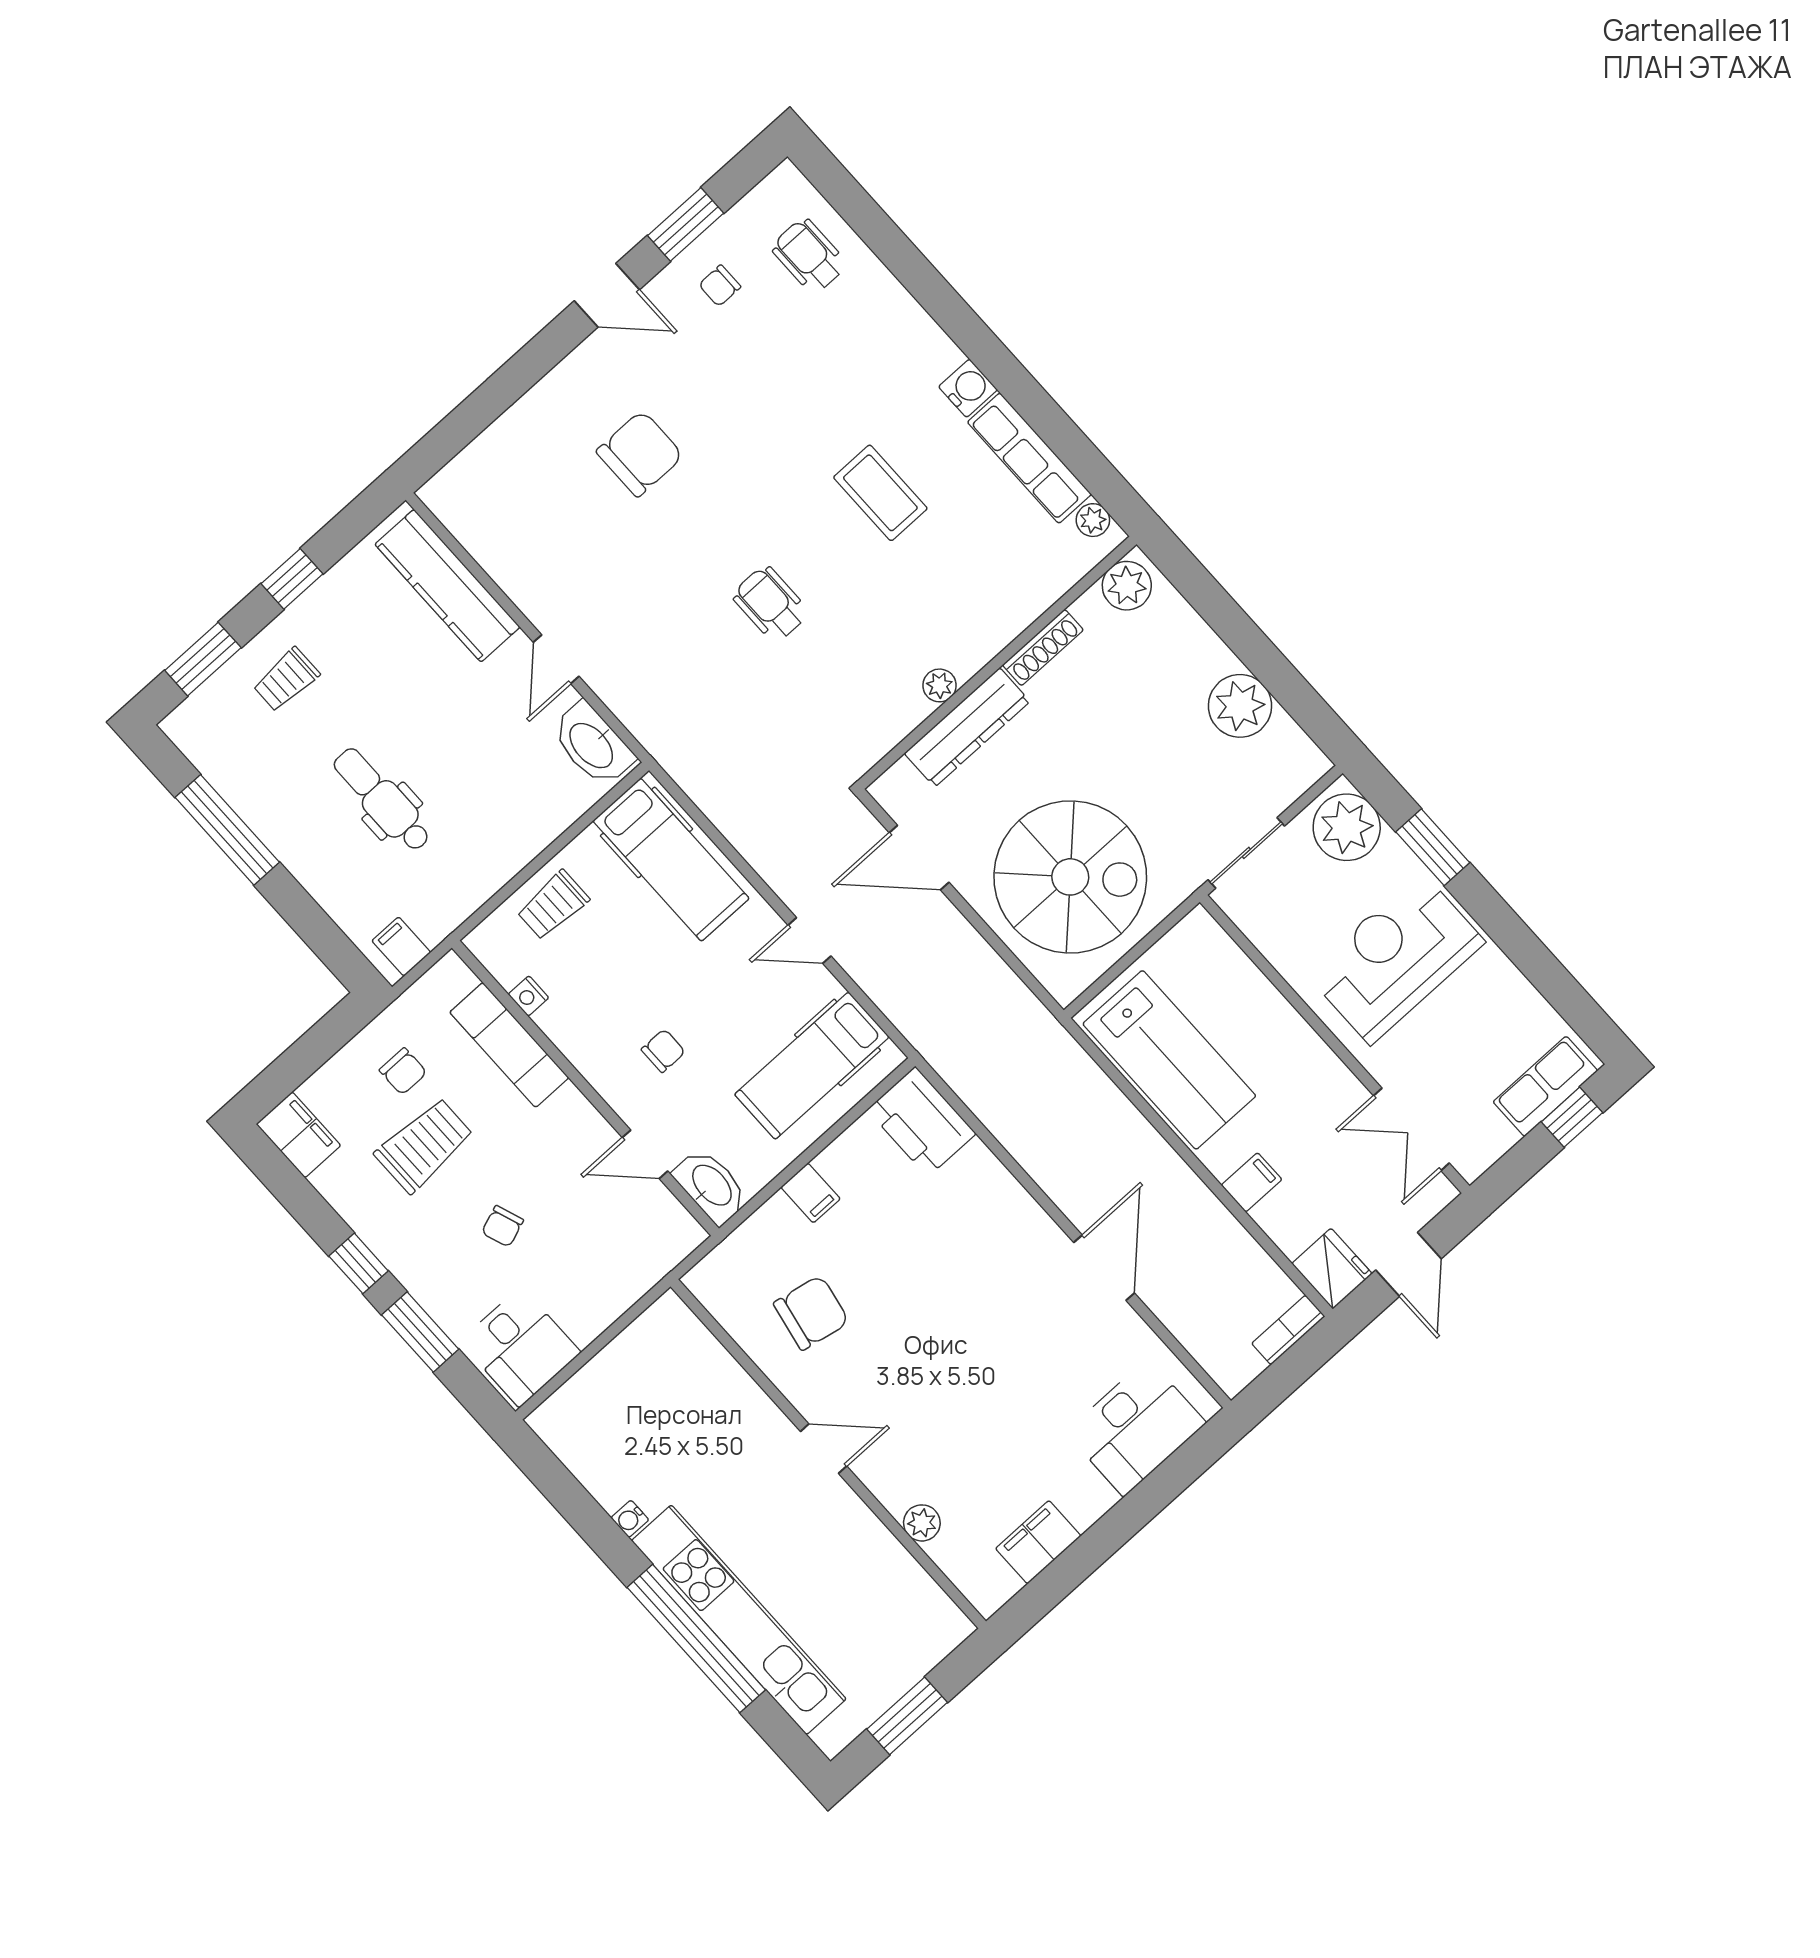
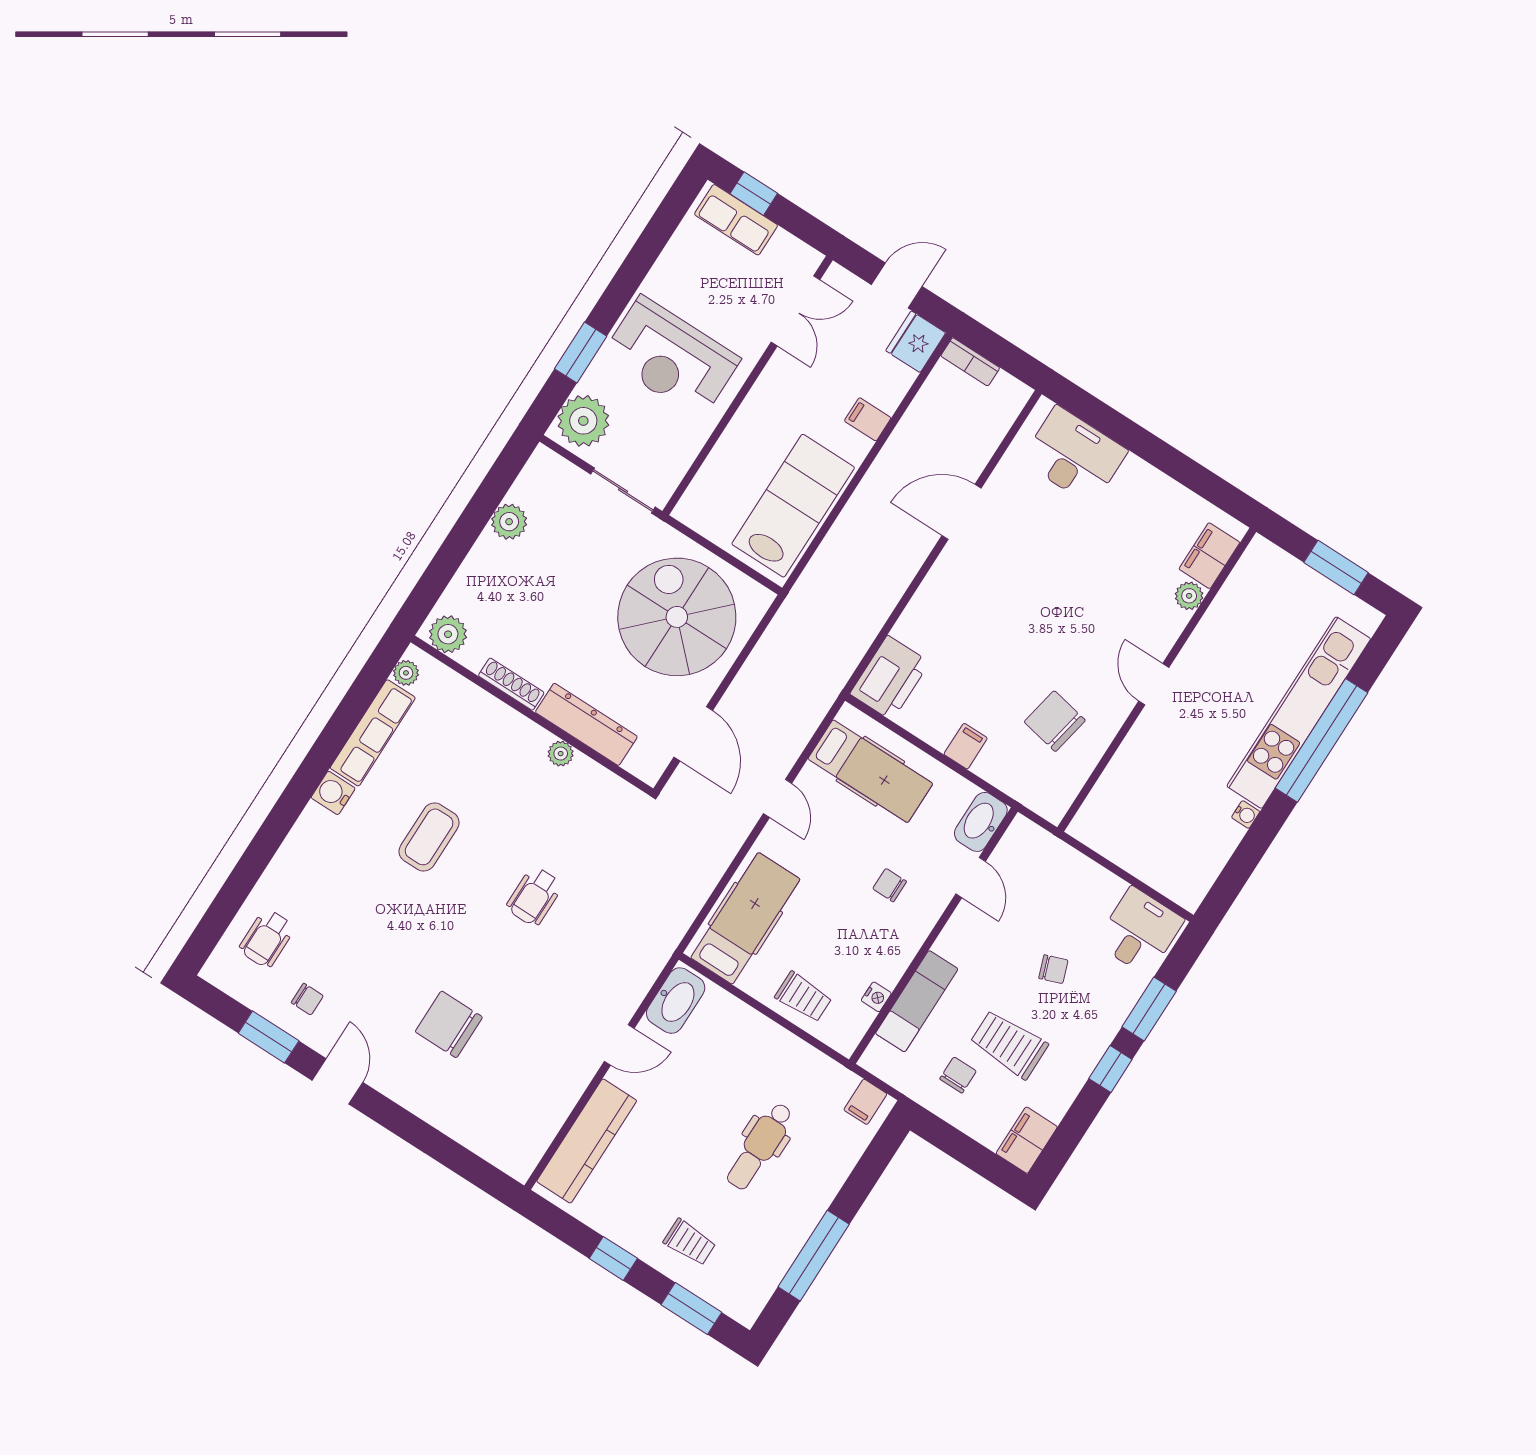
plant: (1240, 706) -> (509, 522), width x0.73, depth x0.73
filing cabinet: (1038, 1542) -> (1209, 556), moved, turned 90

